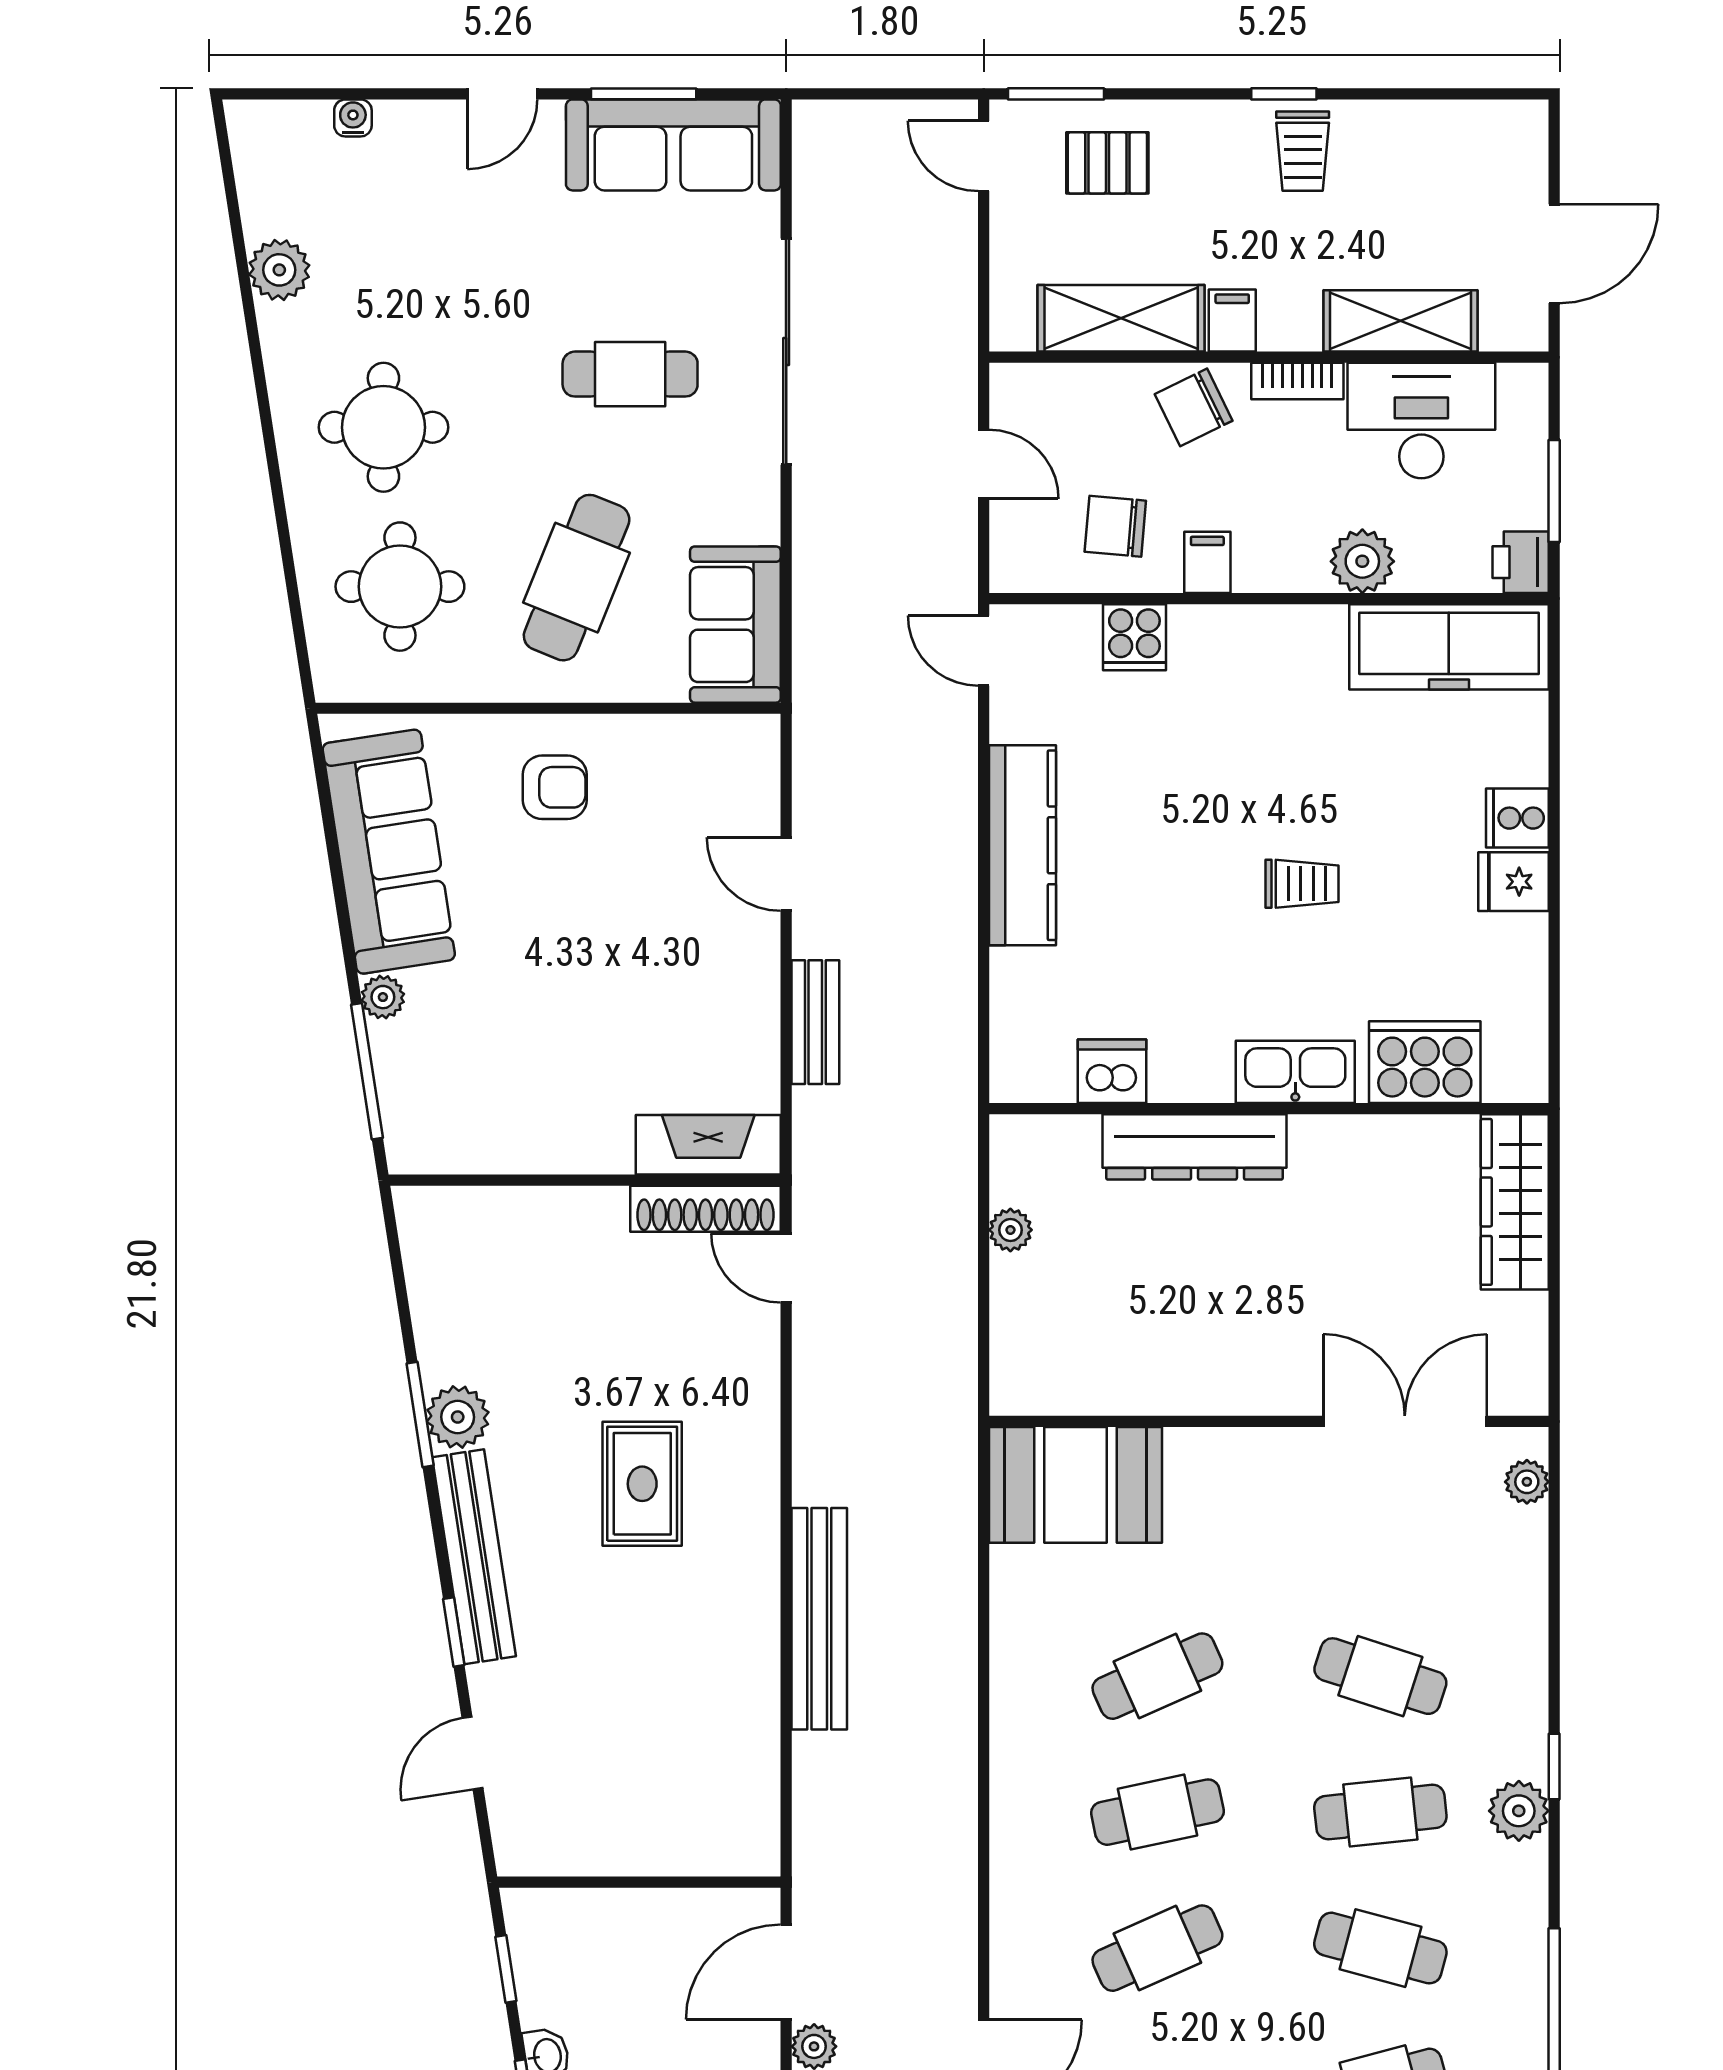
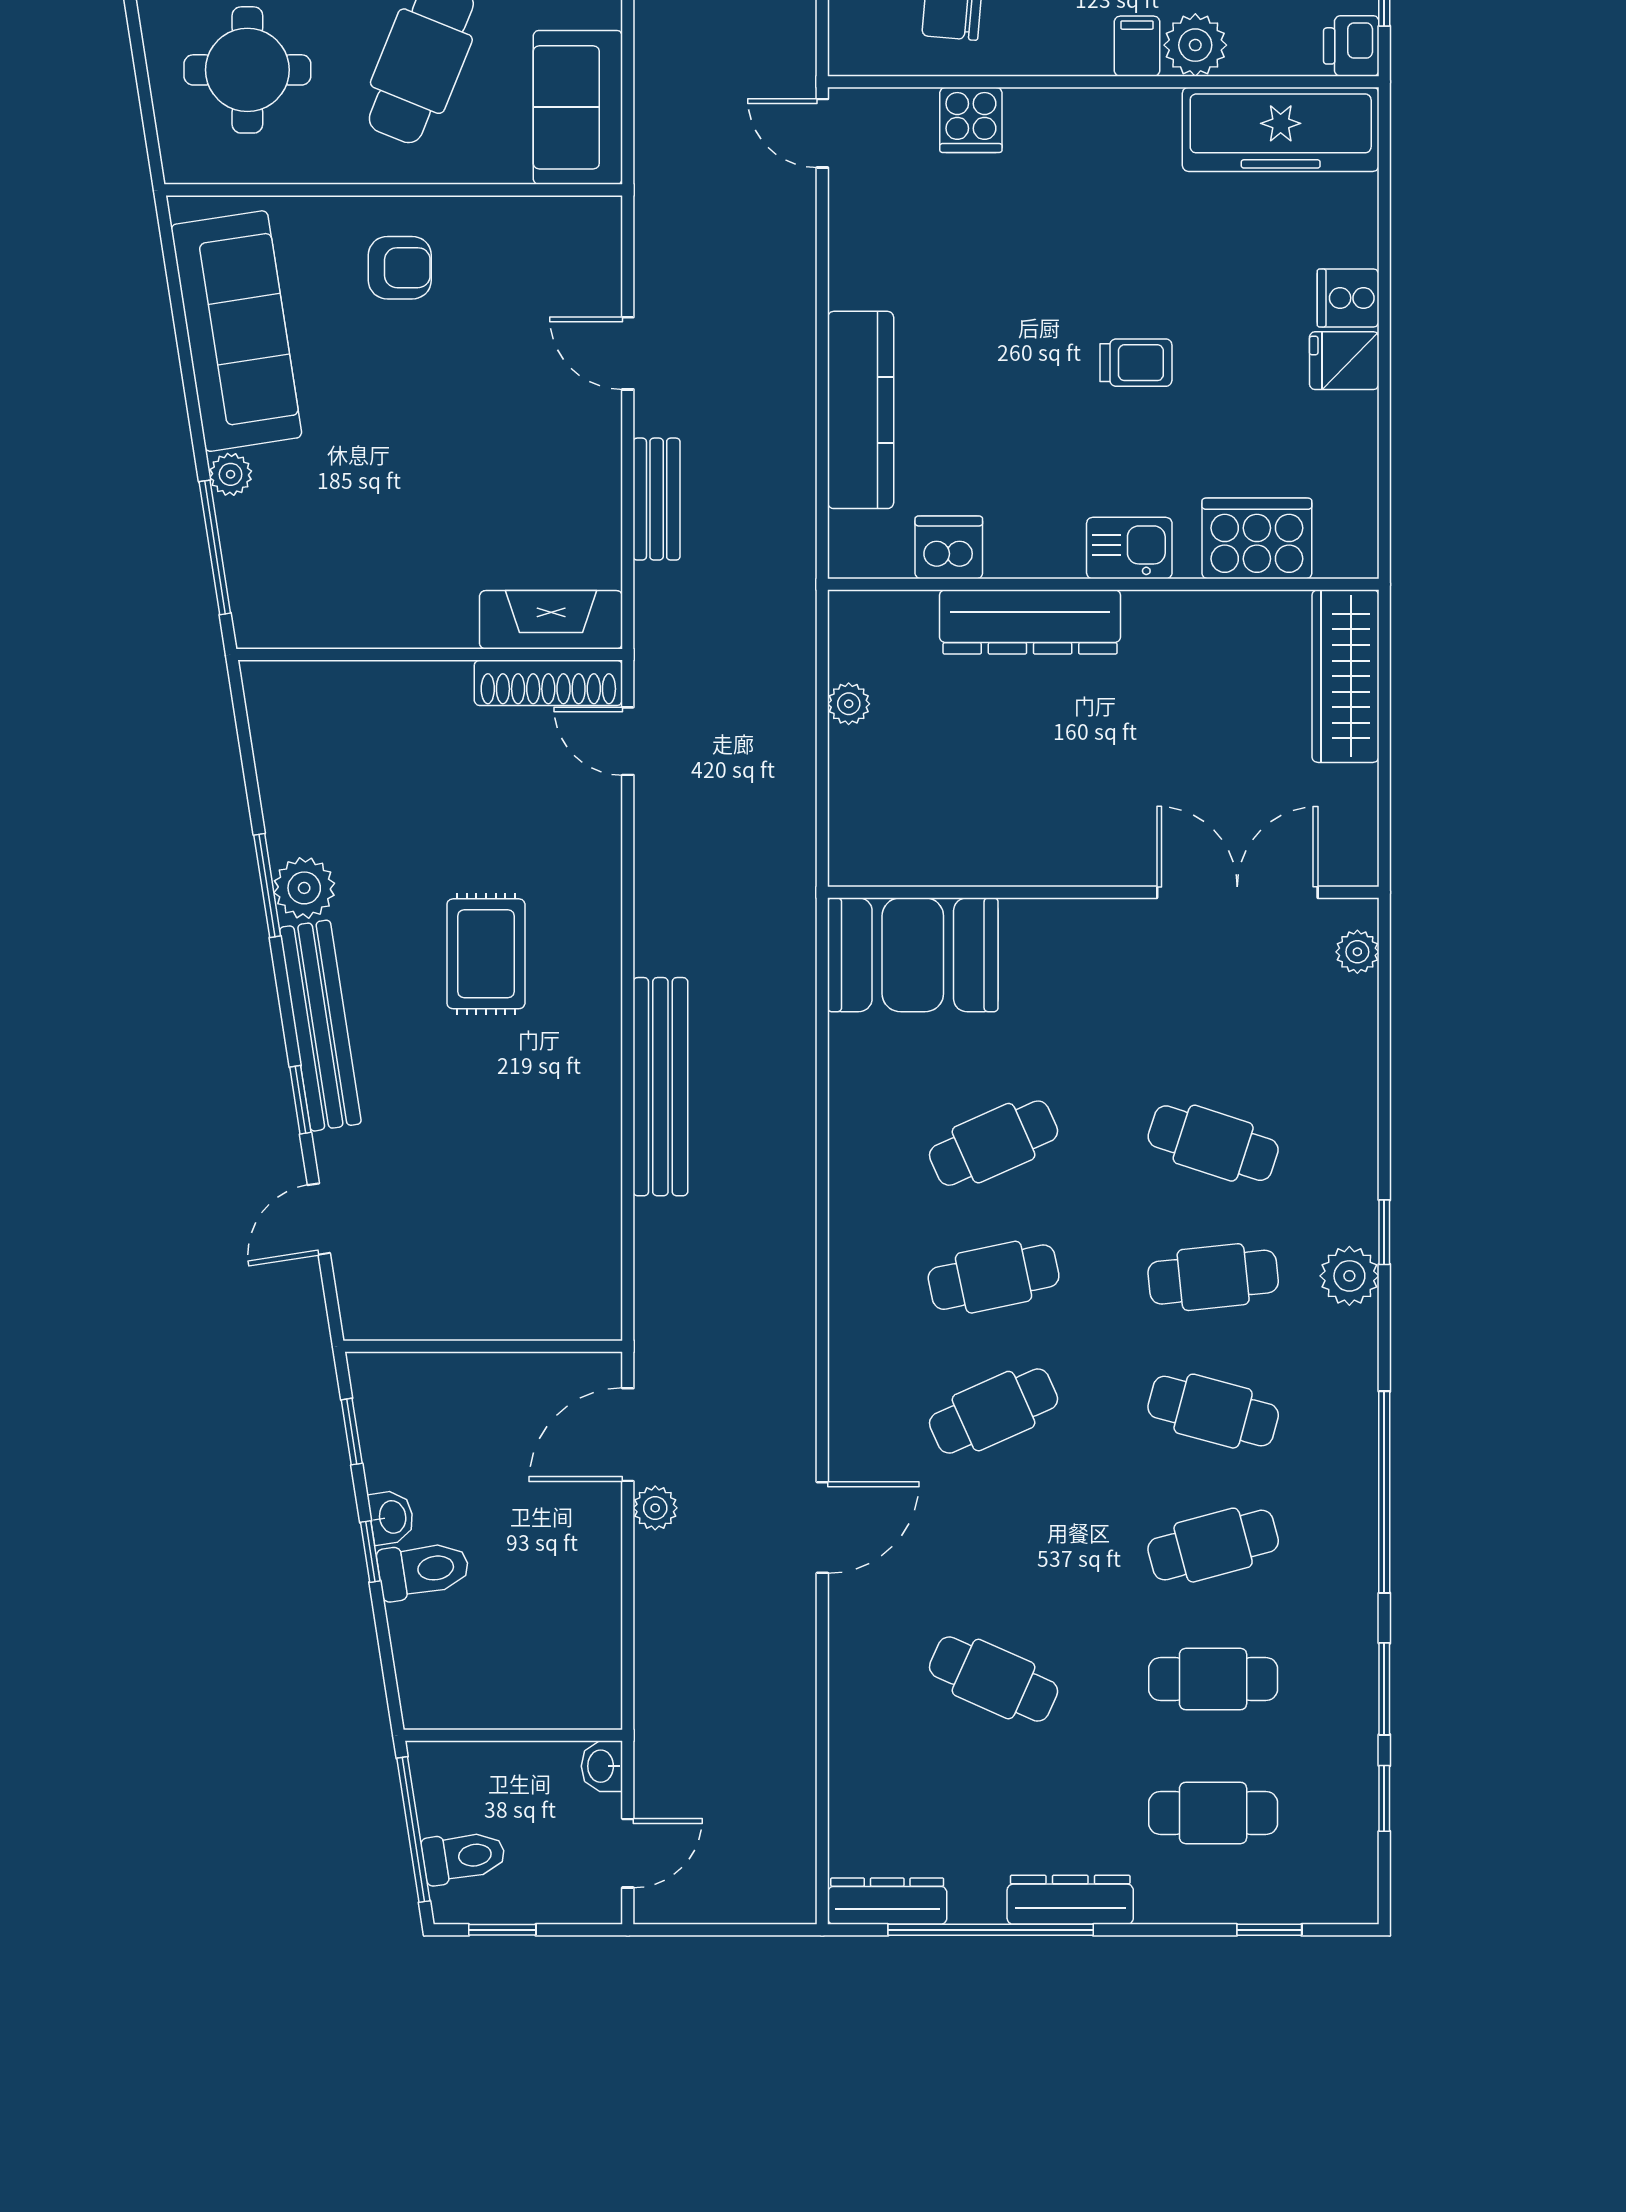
filing cabinet: (1207, 562) -> (1137, 46), moved
kitchen counter: (1023, 845) -> (861, 410), moved
kitchen sink: (1295, 1072) -> (1129, 548), width x0.73

